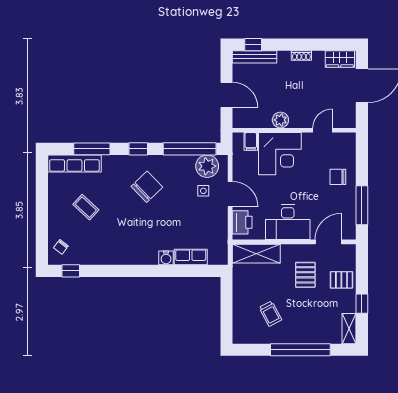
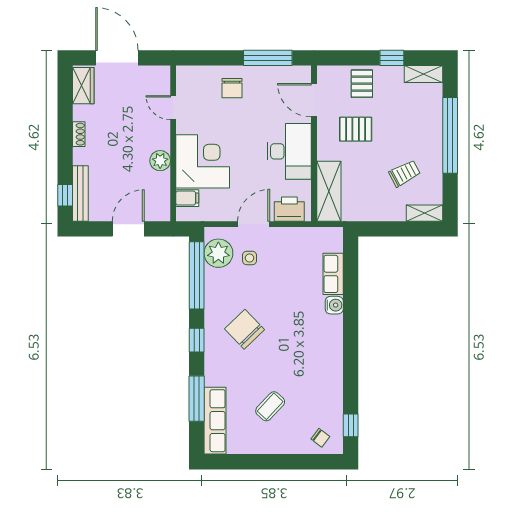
shelving: (239, 329) -> (424, 213), added

